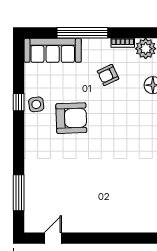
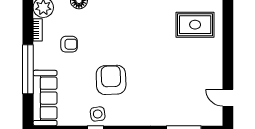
armchair: (108, 75) -> (69, 44), turned -65
rug: (128, 204) -> (195, 25), added

